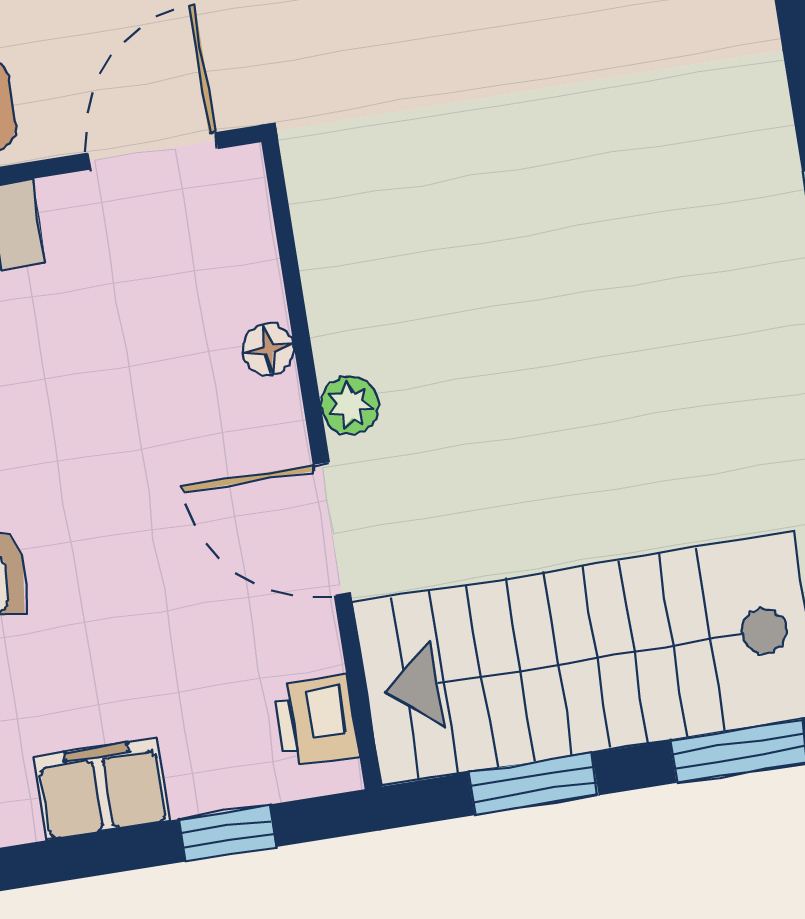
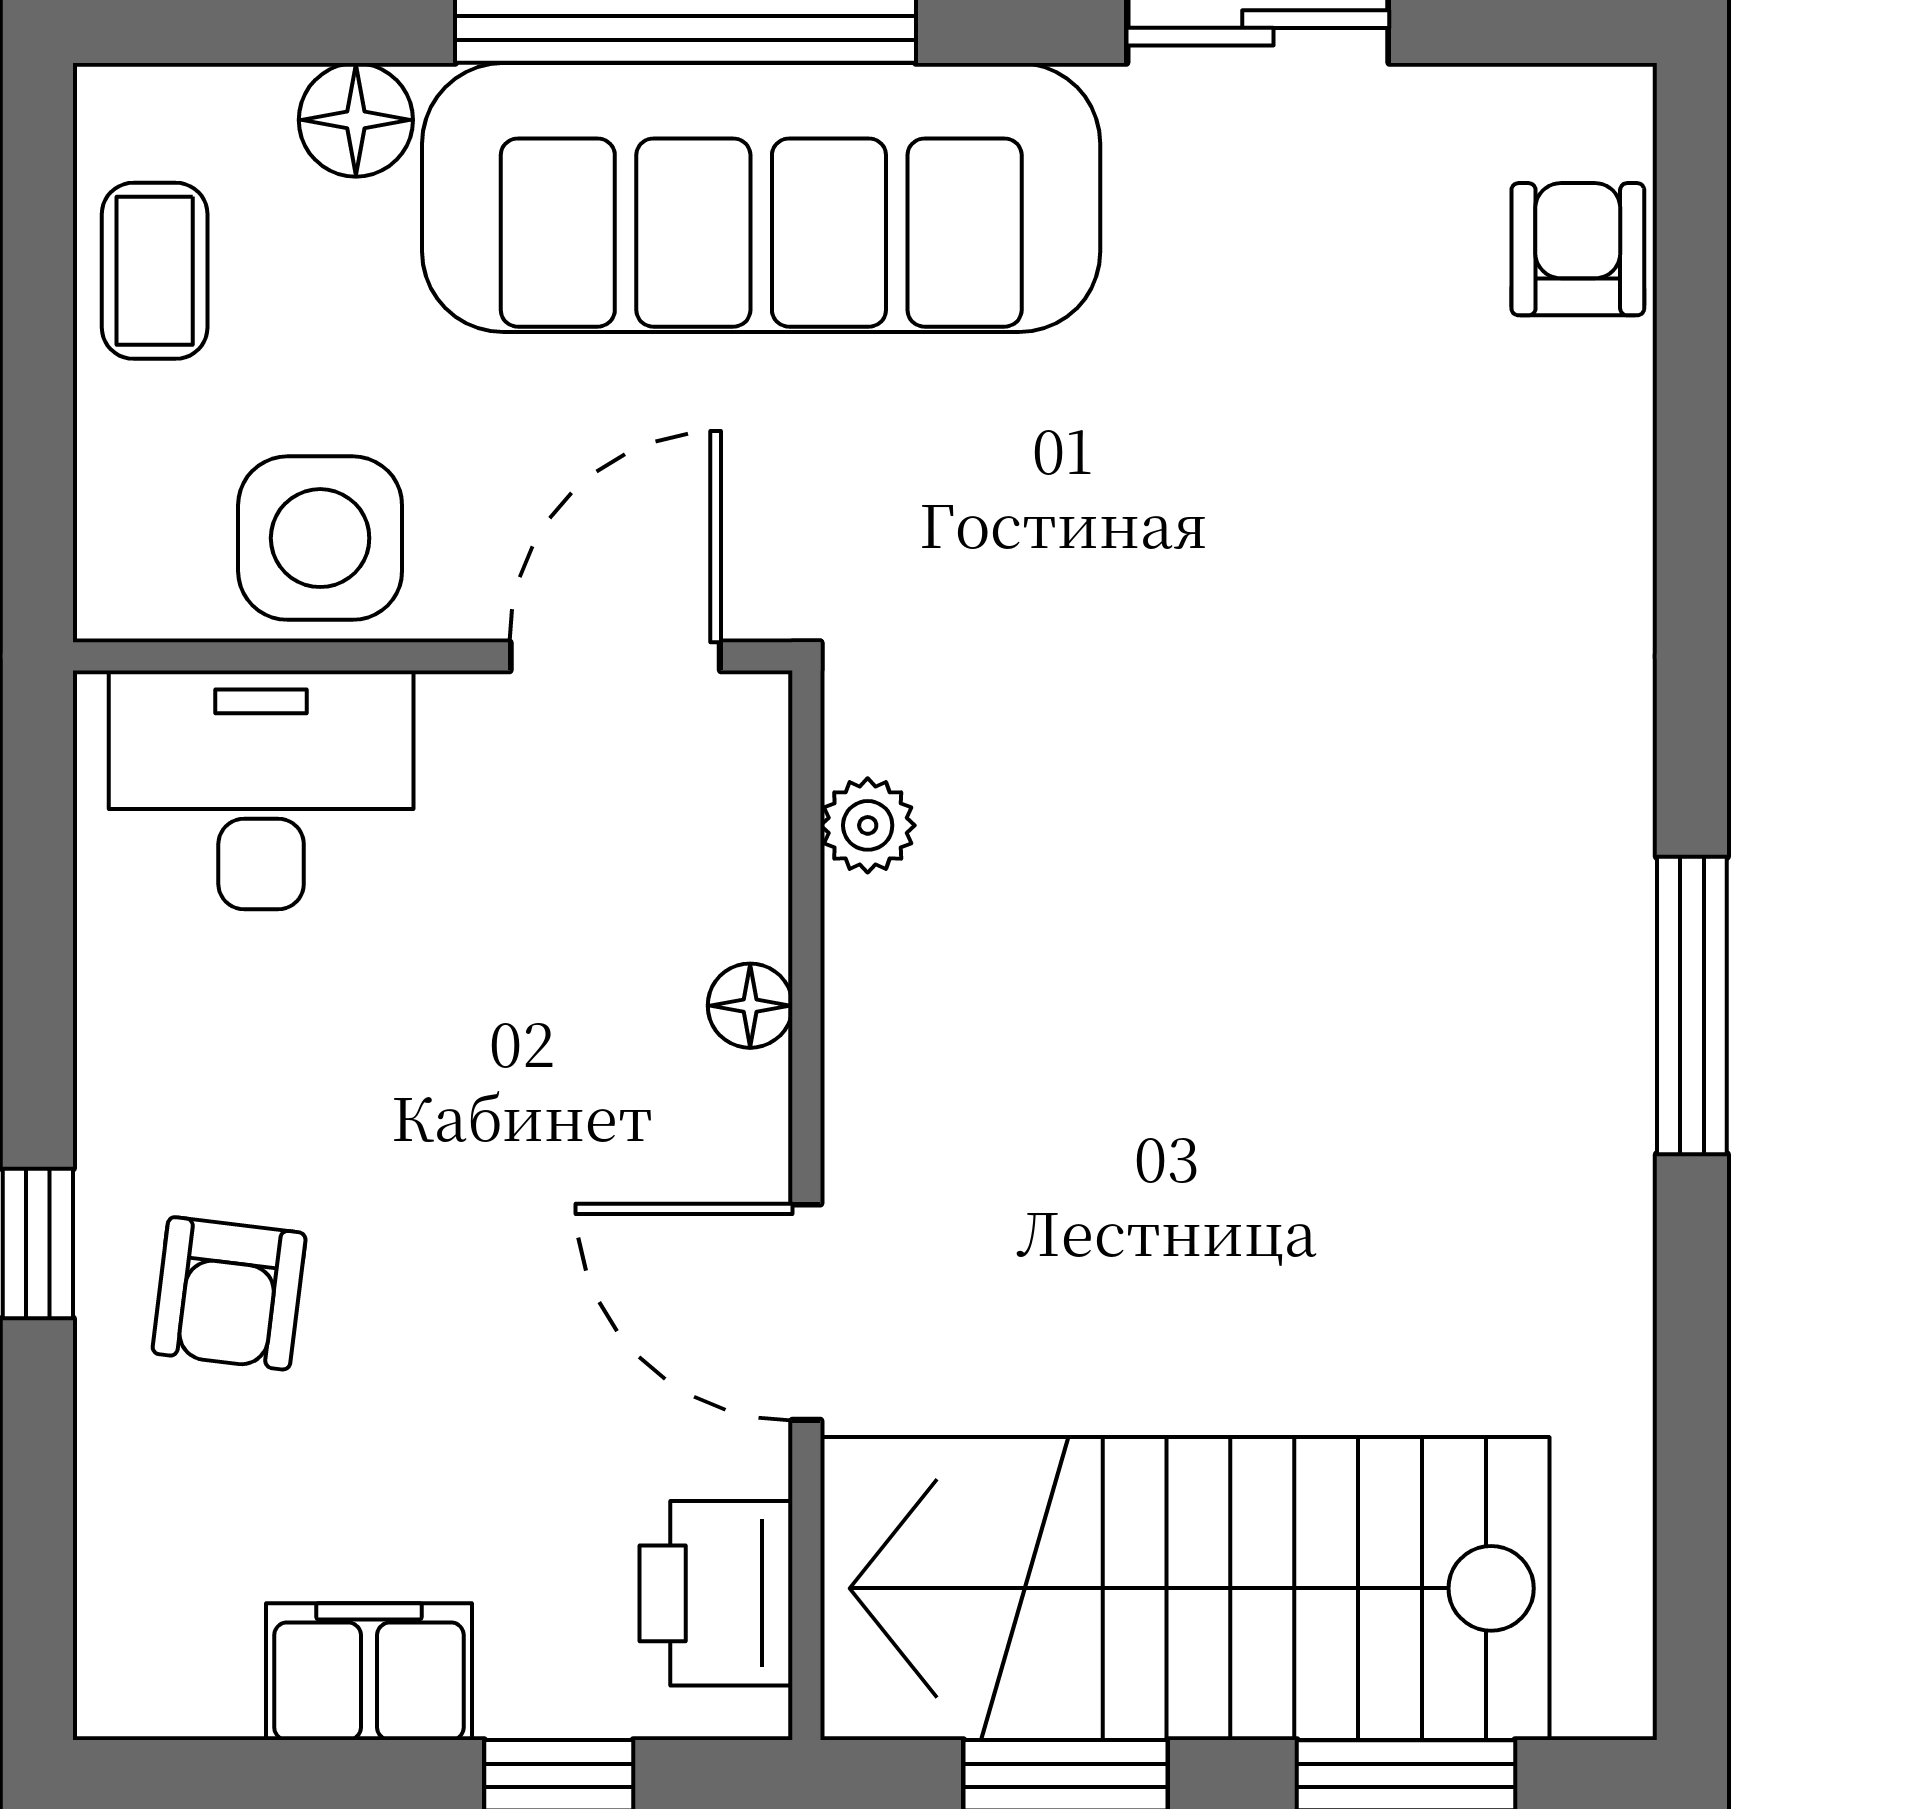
plant: (350, 405) -> (868, 825), moved
printer: (316, 721) -> (716, 1593), width x1.36, depth x1.24

